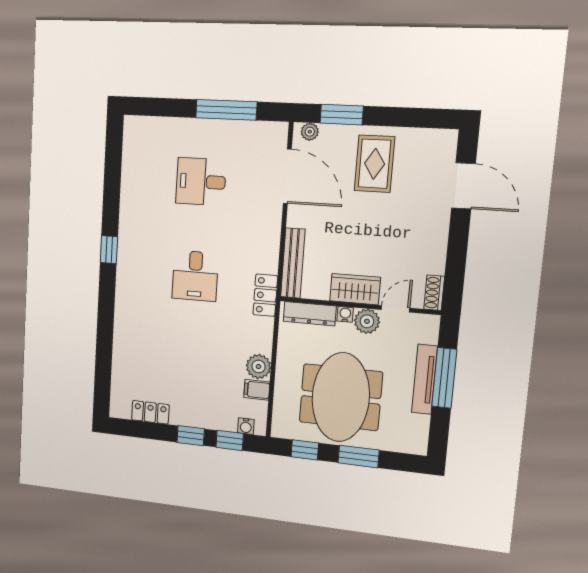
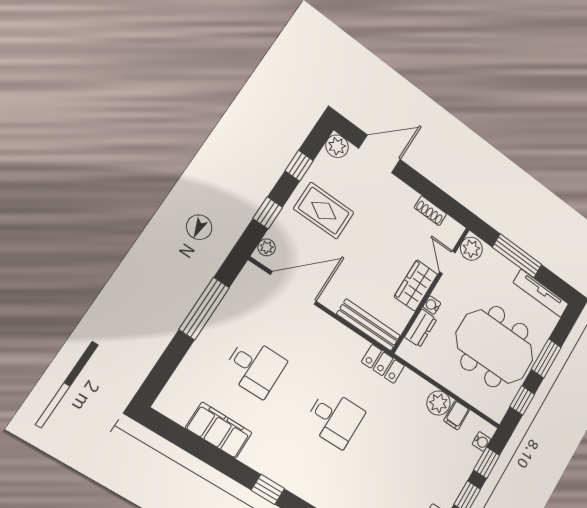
window: (342, 115) -> (268, 213), width x0.67
window: (403, 117) -> (299, 166), added
plant: (445, 141) -> (337, 146), added
filing cabinet: (134, 181) -> (219, 430), added
desk: (201, 182) -> (255, 367), turned -90
shoe rack: (434, 293) -> (430, 211), moved
dresser: (310, 314) -> (421, 328), width x0.70
plant: (367, 321) -> (471, 249), moved
tv unit: (425, 379) -> (541, 293), moved

